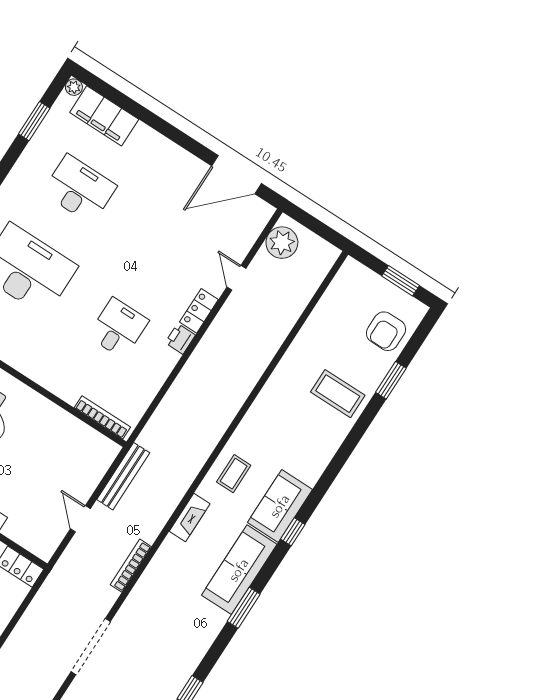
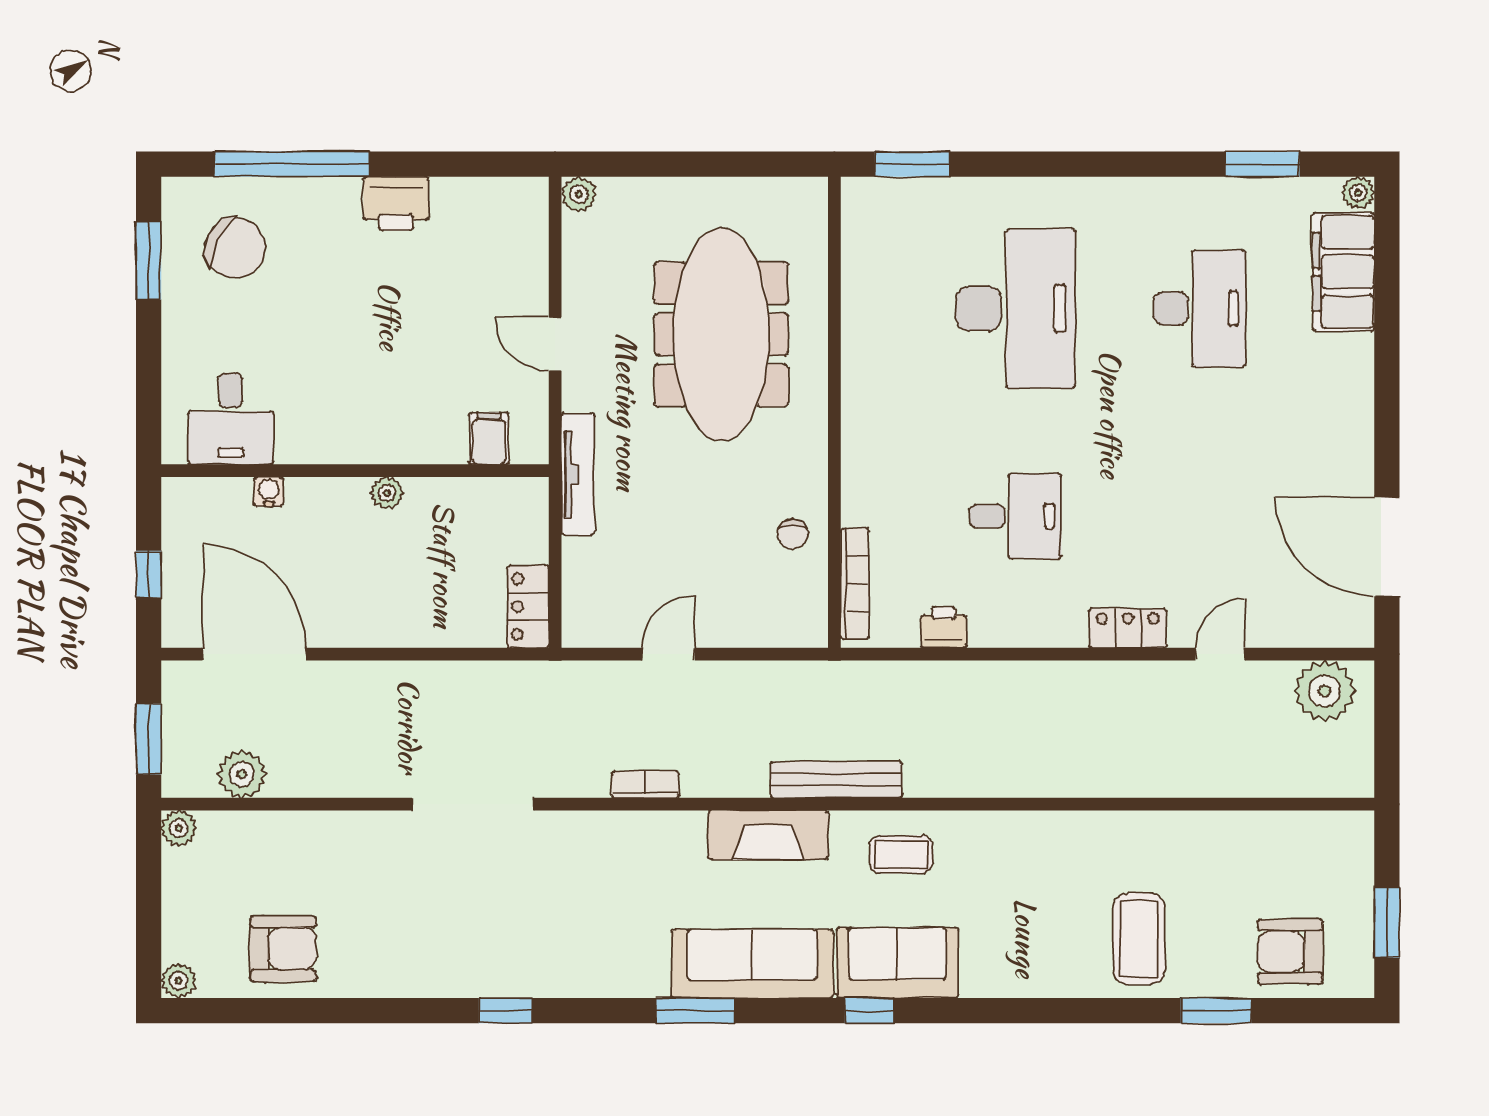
printer: (180, 339) -> (944, 627), moved
chair: (63, 431) -> (793, 534), added
bench: (123, 476) -> (836, 780), moved
fireplace: (190, 518) -> (768, 835), width x1.37, depth x1.32
bookcase: (131, 566) -> (645, 785), width x0.64

